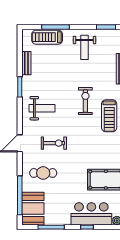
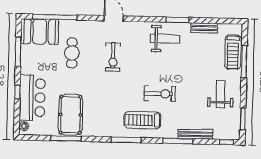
treadmill: (47, 37) -> (233, 52), turned 180
weight bench: (85, 47) -> (220, 94), turned 90
weight bench: (42, 108) -> (165, 39), moved, turned -90
cafe table: (43, 173) -> (72, 53), moved

